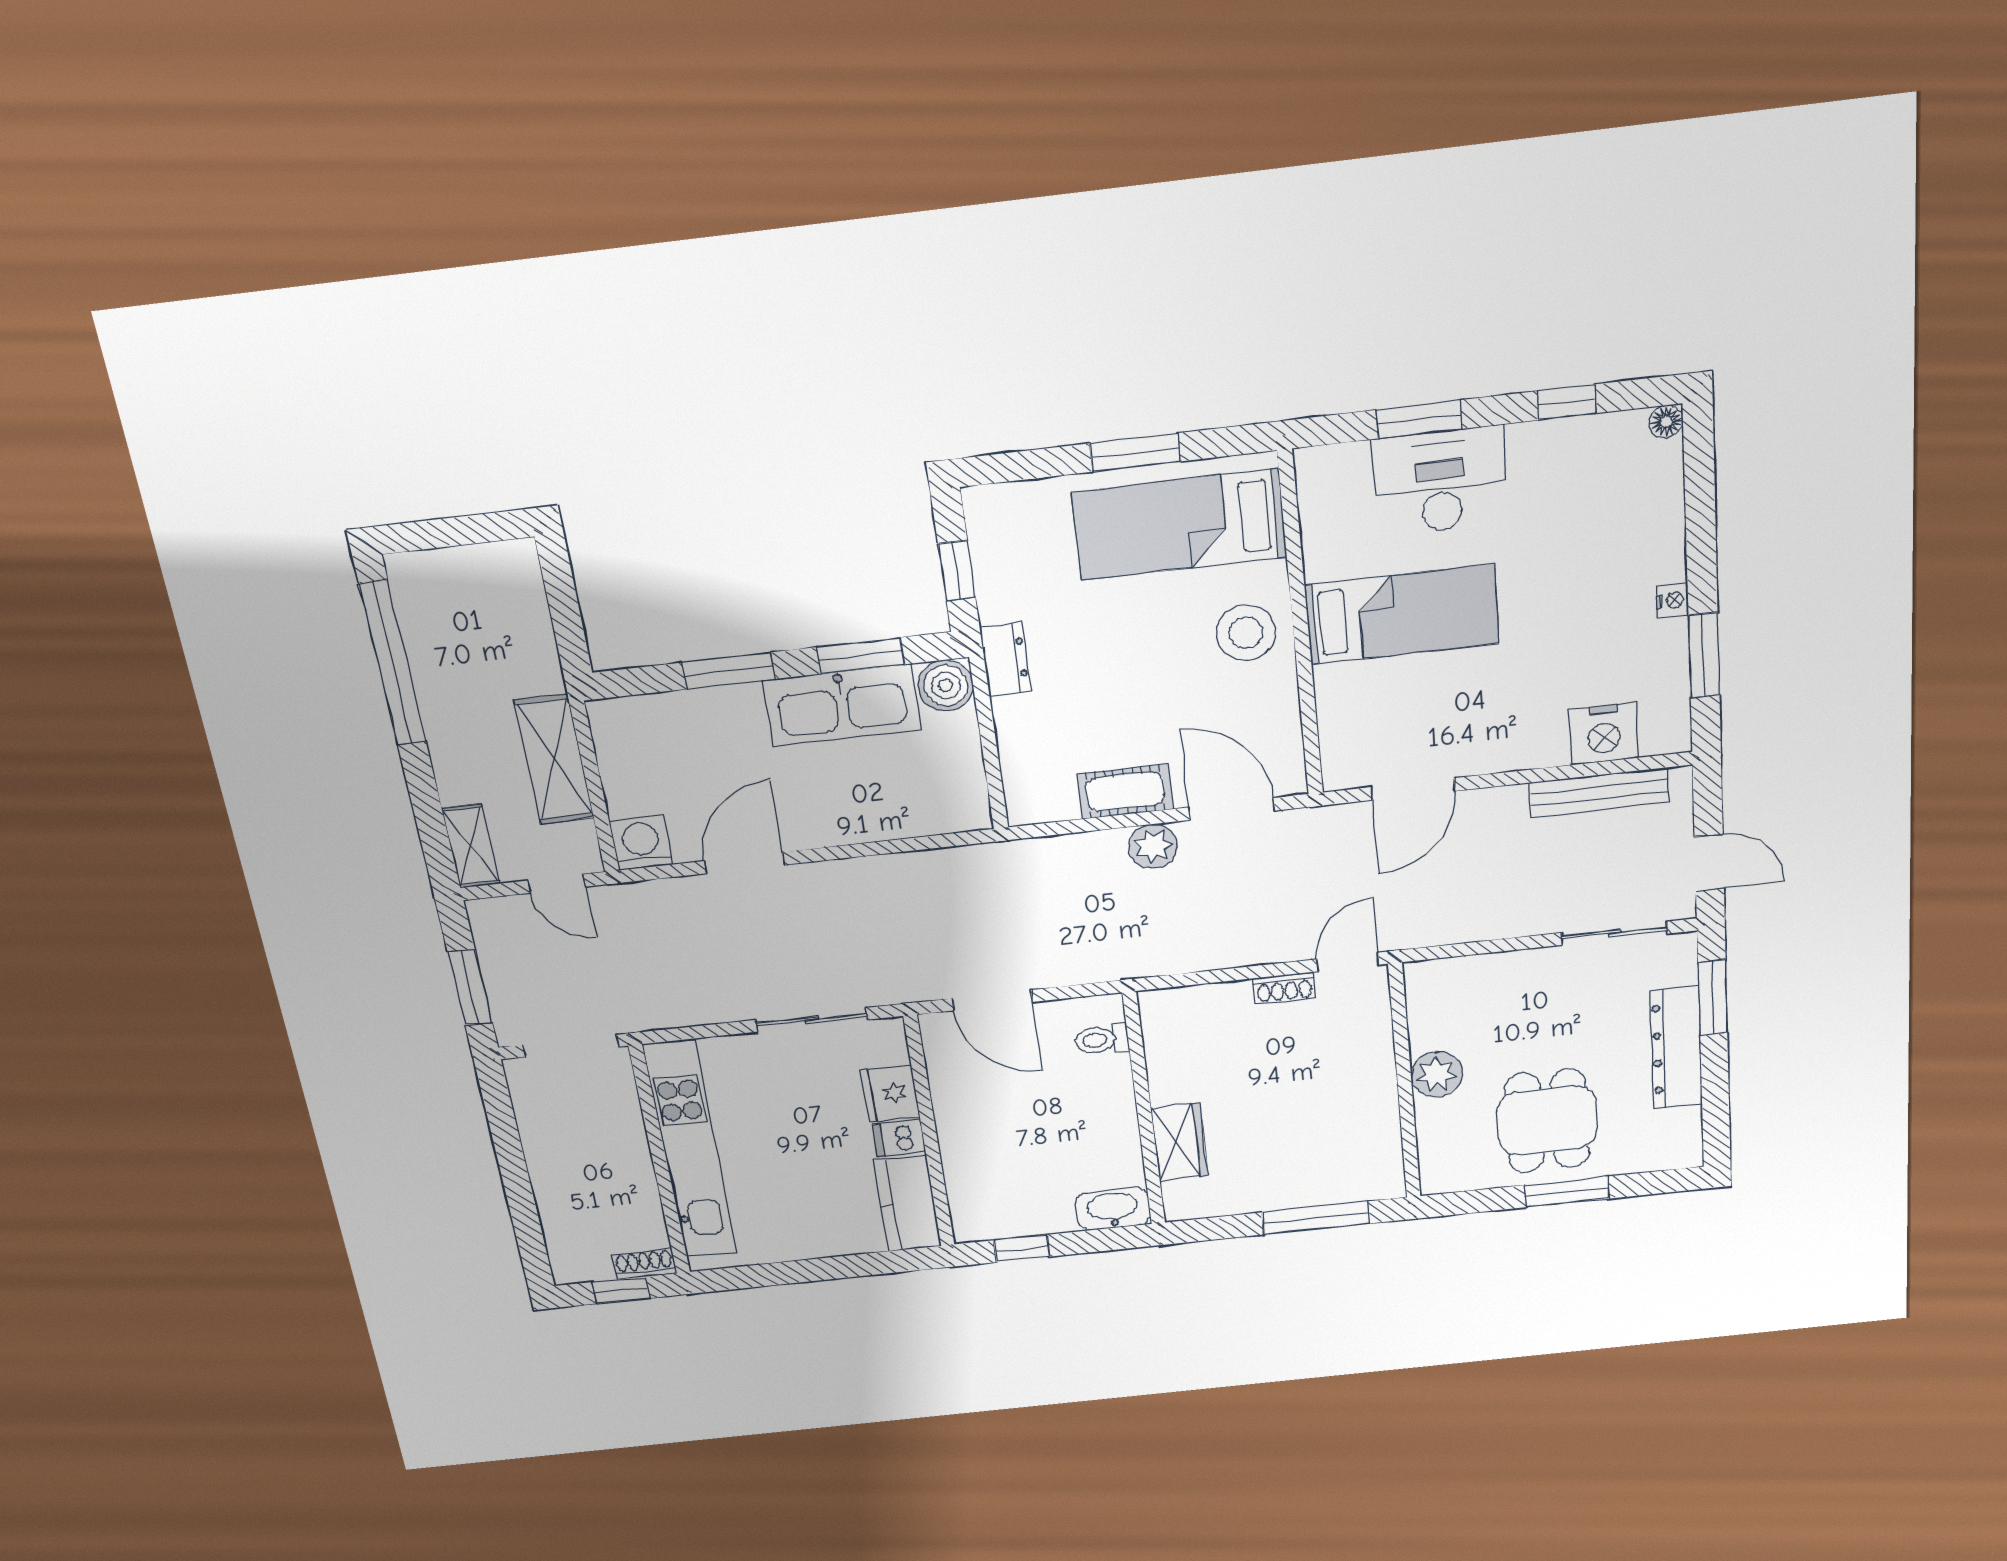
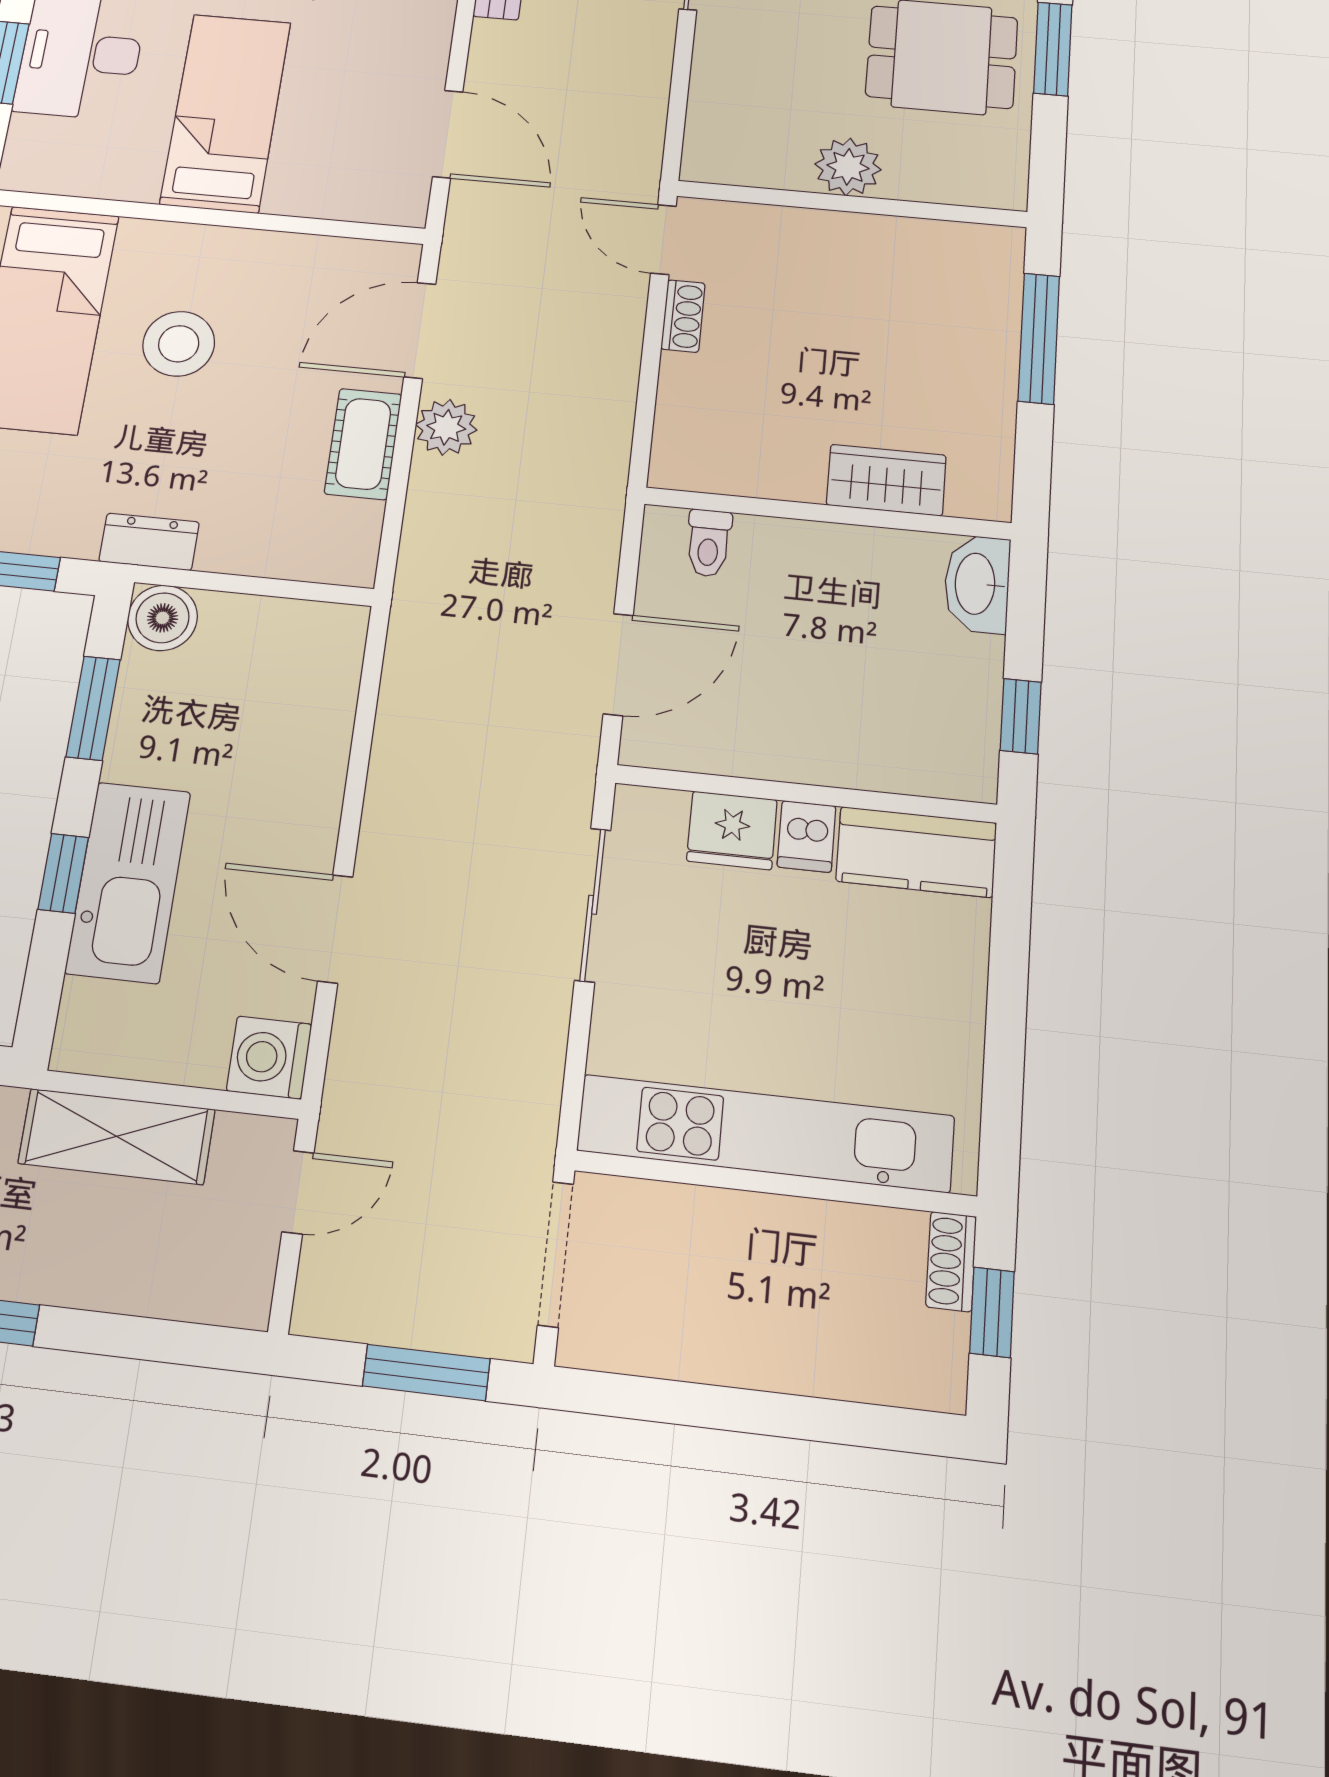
stool: (1246, 633) -> (179, 344), moved
window: (729, 671) -> (63, 873), width x0.67
kitchen sink: (842, 705) -> (128, 882), moved
shelving: (471, 846) -> (209, 1295), removed

